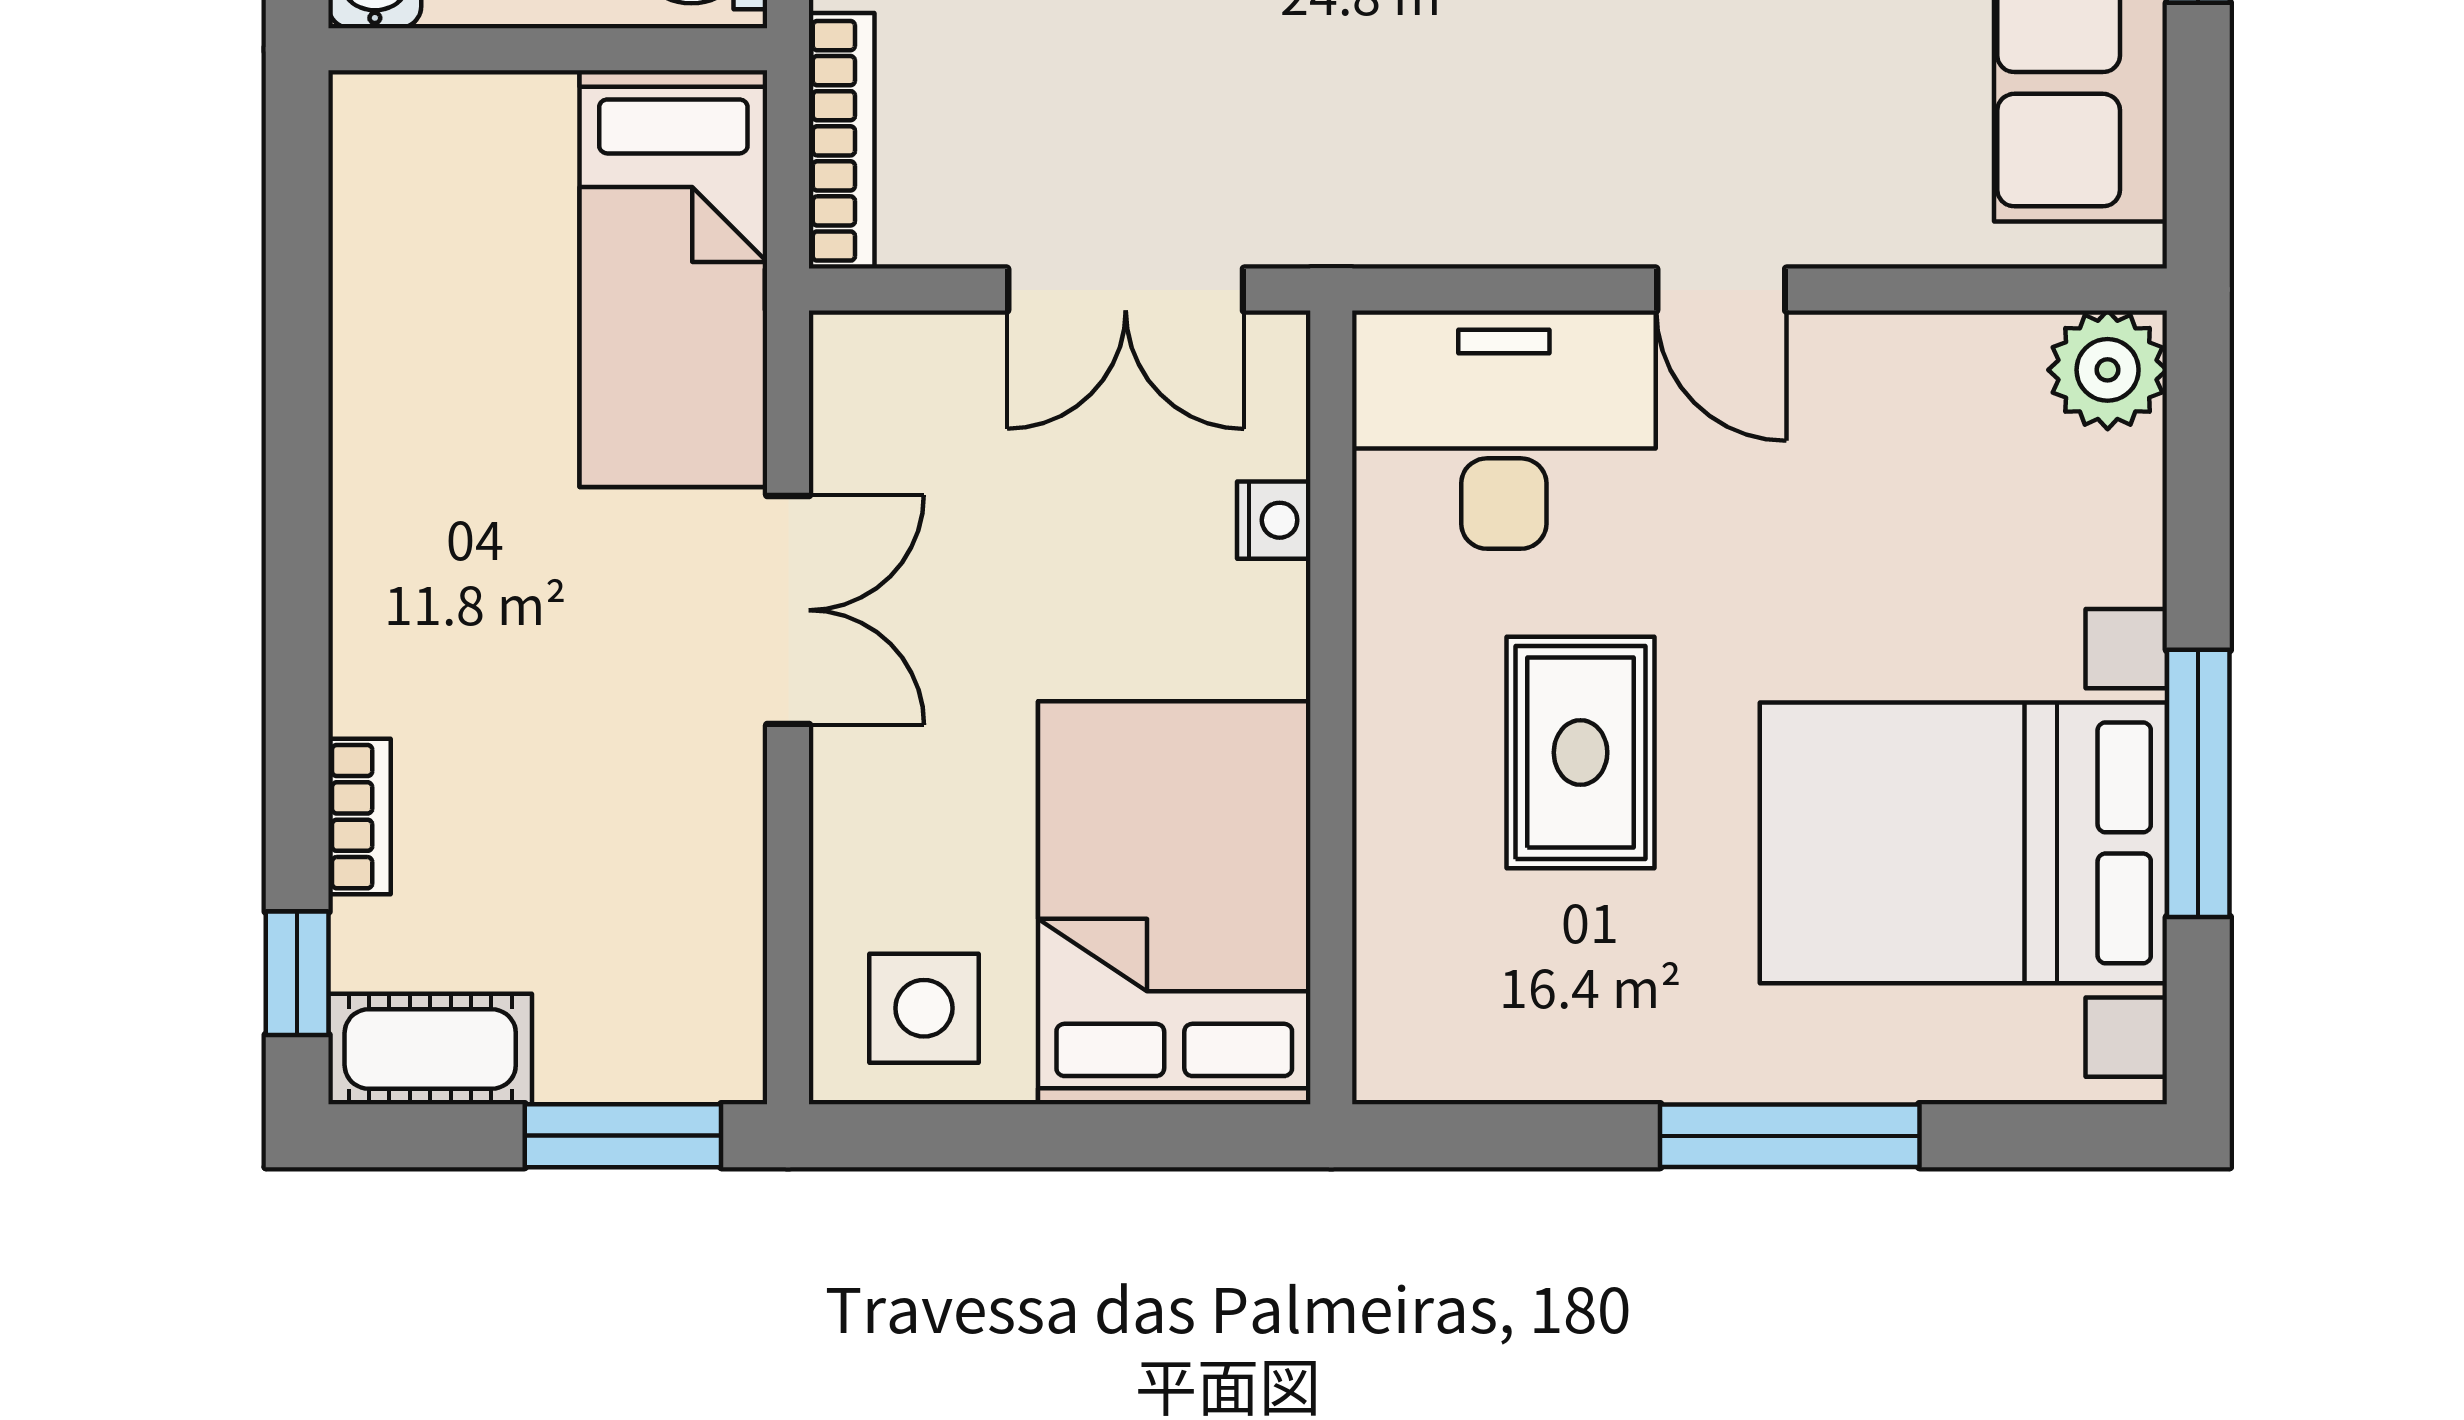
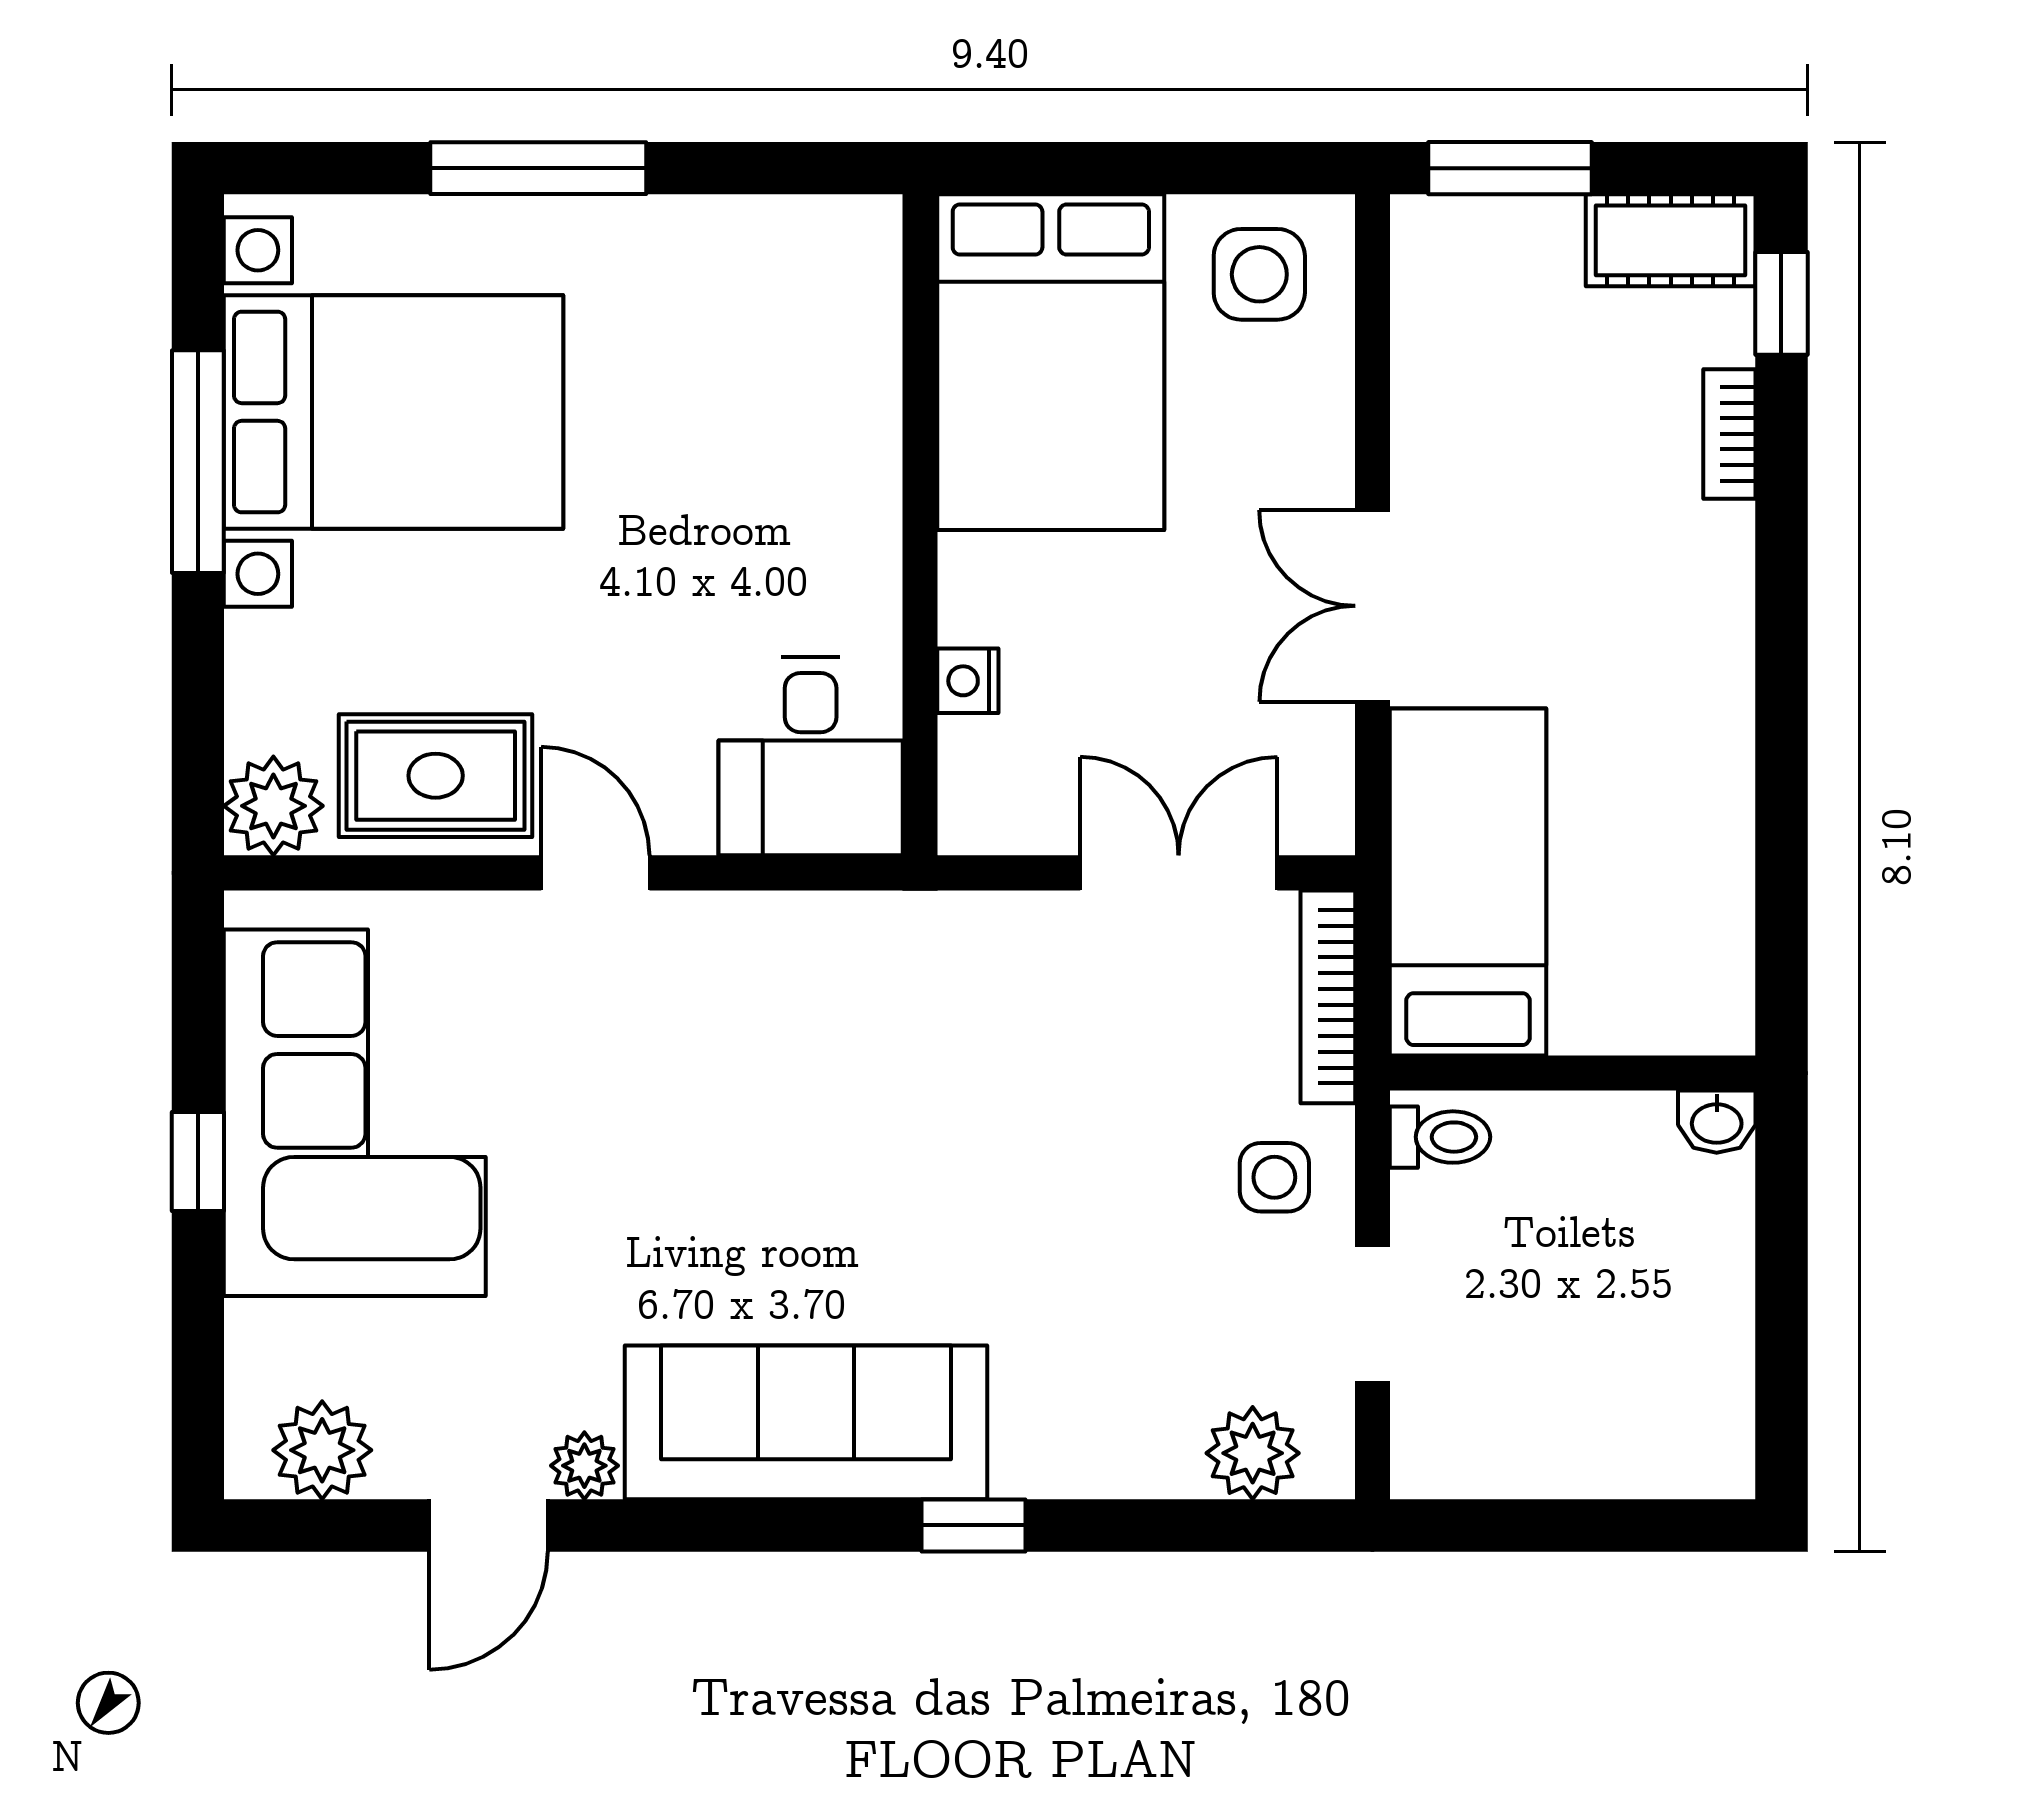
double door: (1126, 290) -> (1179, 873), moved
desk: (1504, 430) -> (811, 756), width x0.73
rug: (1581, 753) -> (436, 776), moved, turned 90

